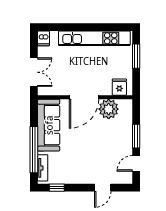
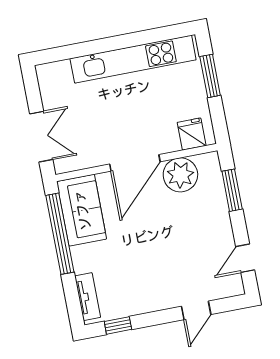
dishwasher: (43, 38) -> (47, 76), removed
sofa: (49, 125) -> (82, 210), width x0.73
window: (136, 136) -> (232, 190), moved
window: (34, 150) -> (60, 234), moved

